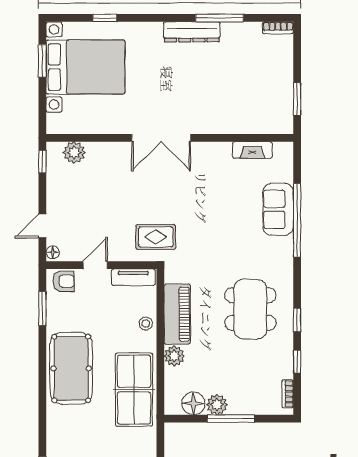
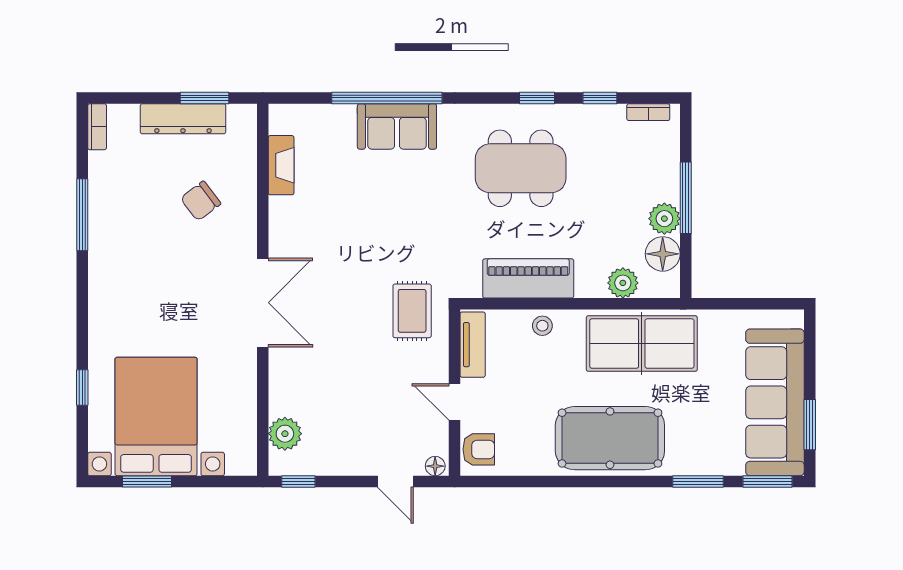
dresser: (192, 32) -> (183, 119), moved, turned 90
chair: (229, 97) -> (201, 201), added
sofa: (278, 209) -> (397, 126), moved
armchair: (64, 281) -> (479, 449), turned 90
window: (42, 309) -> (698, 481), moved
plant: (174, 356) -> (623, 283), moved

